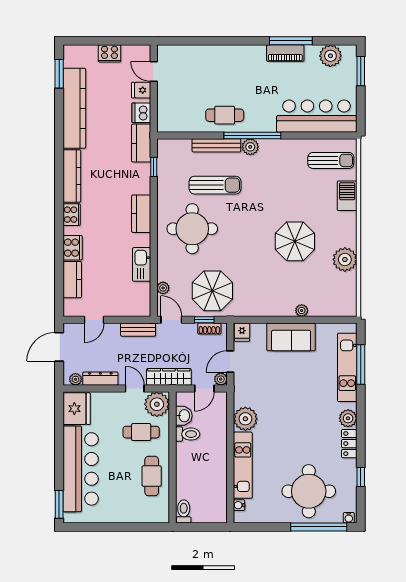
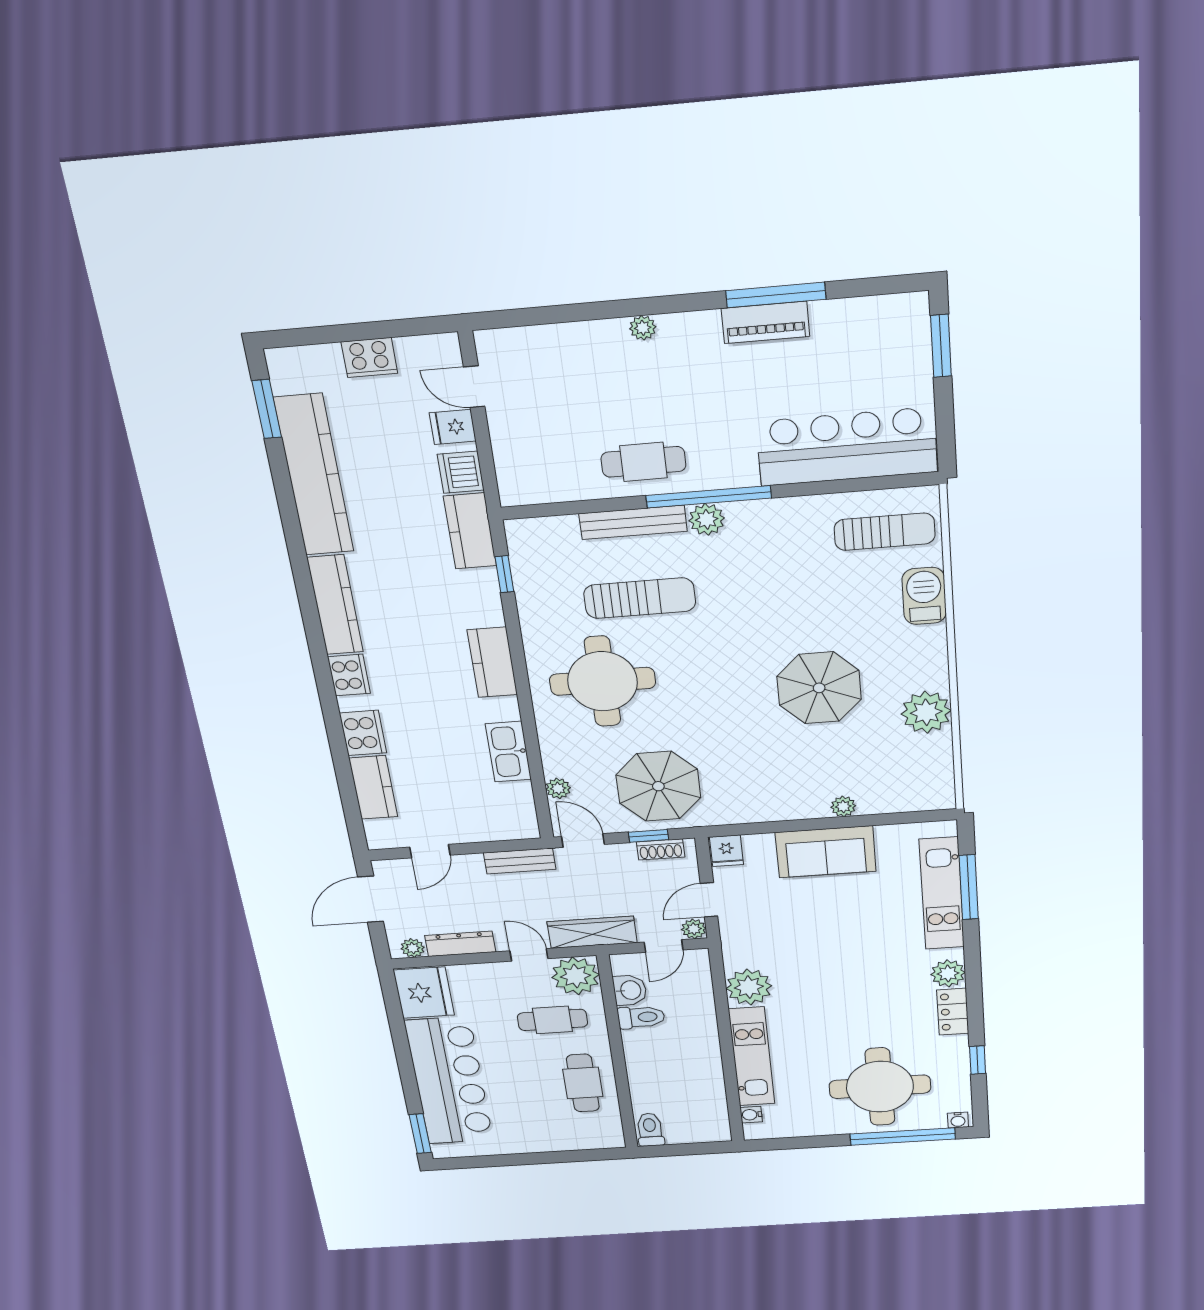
plant: (330, 56) -> (643, 328), moved, width x0.53, depth x0.53

